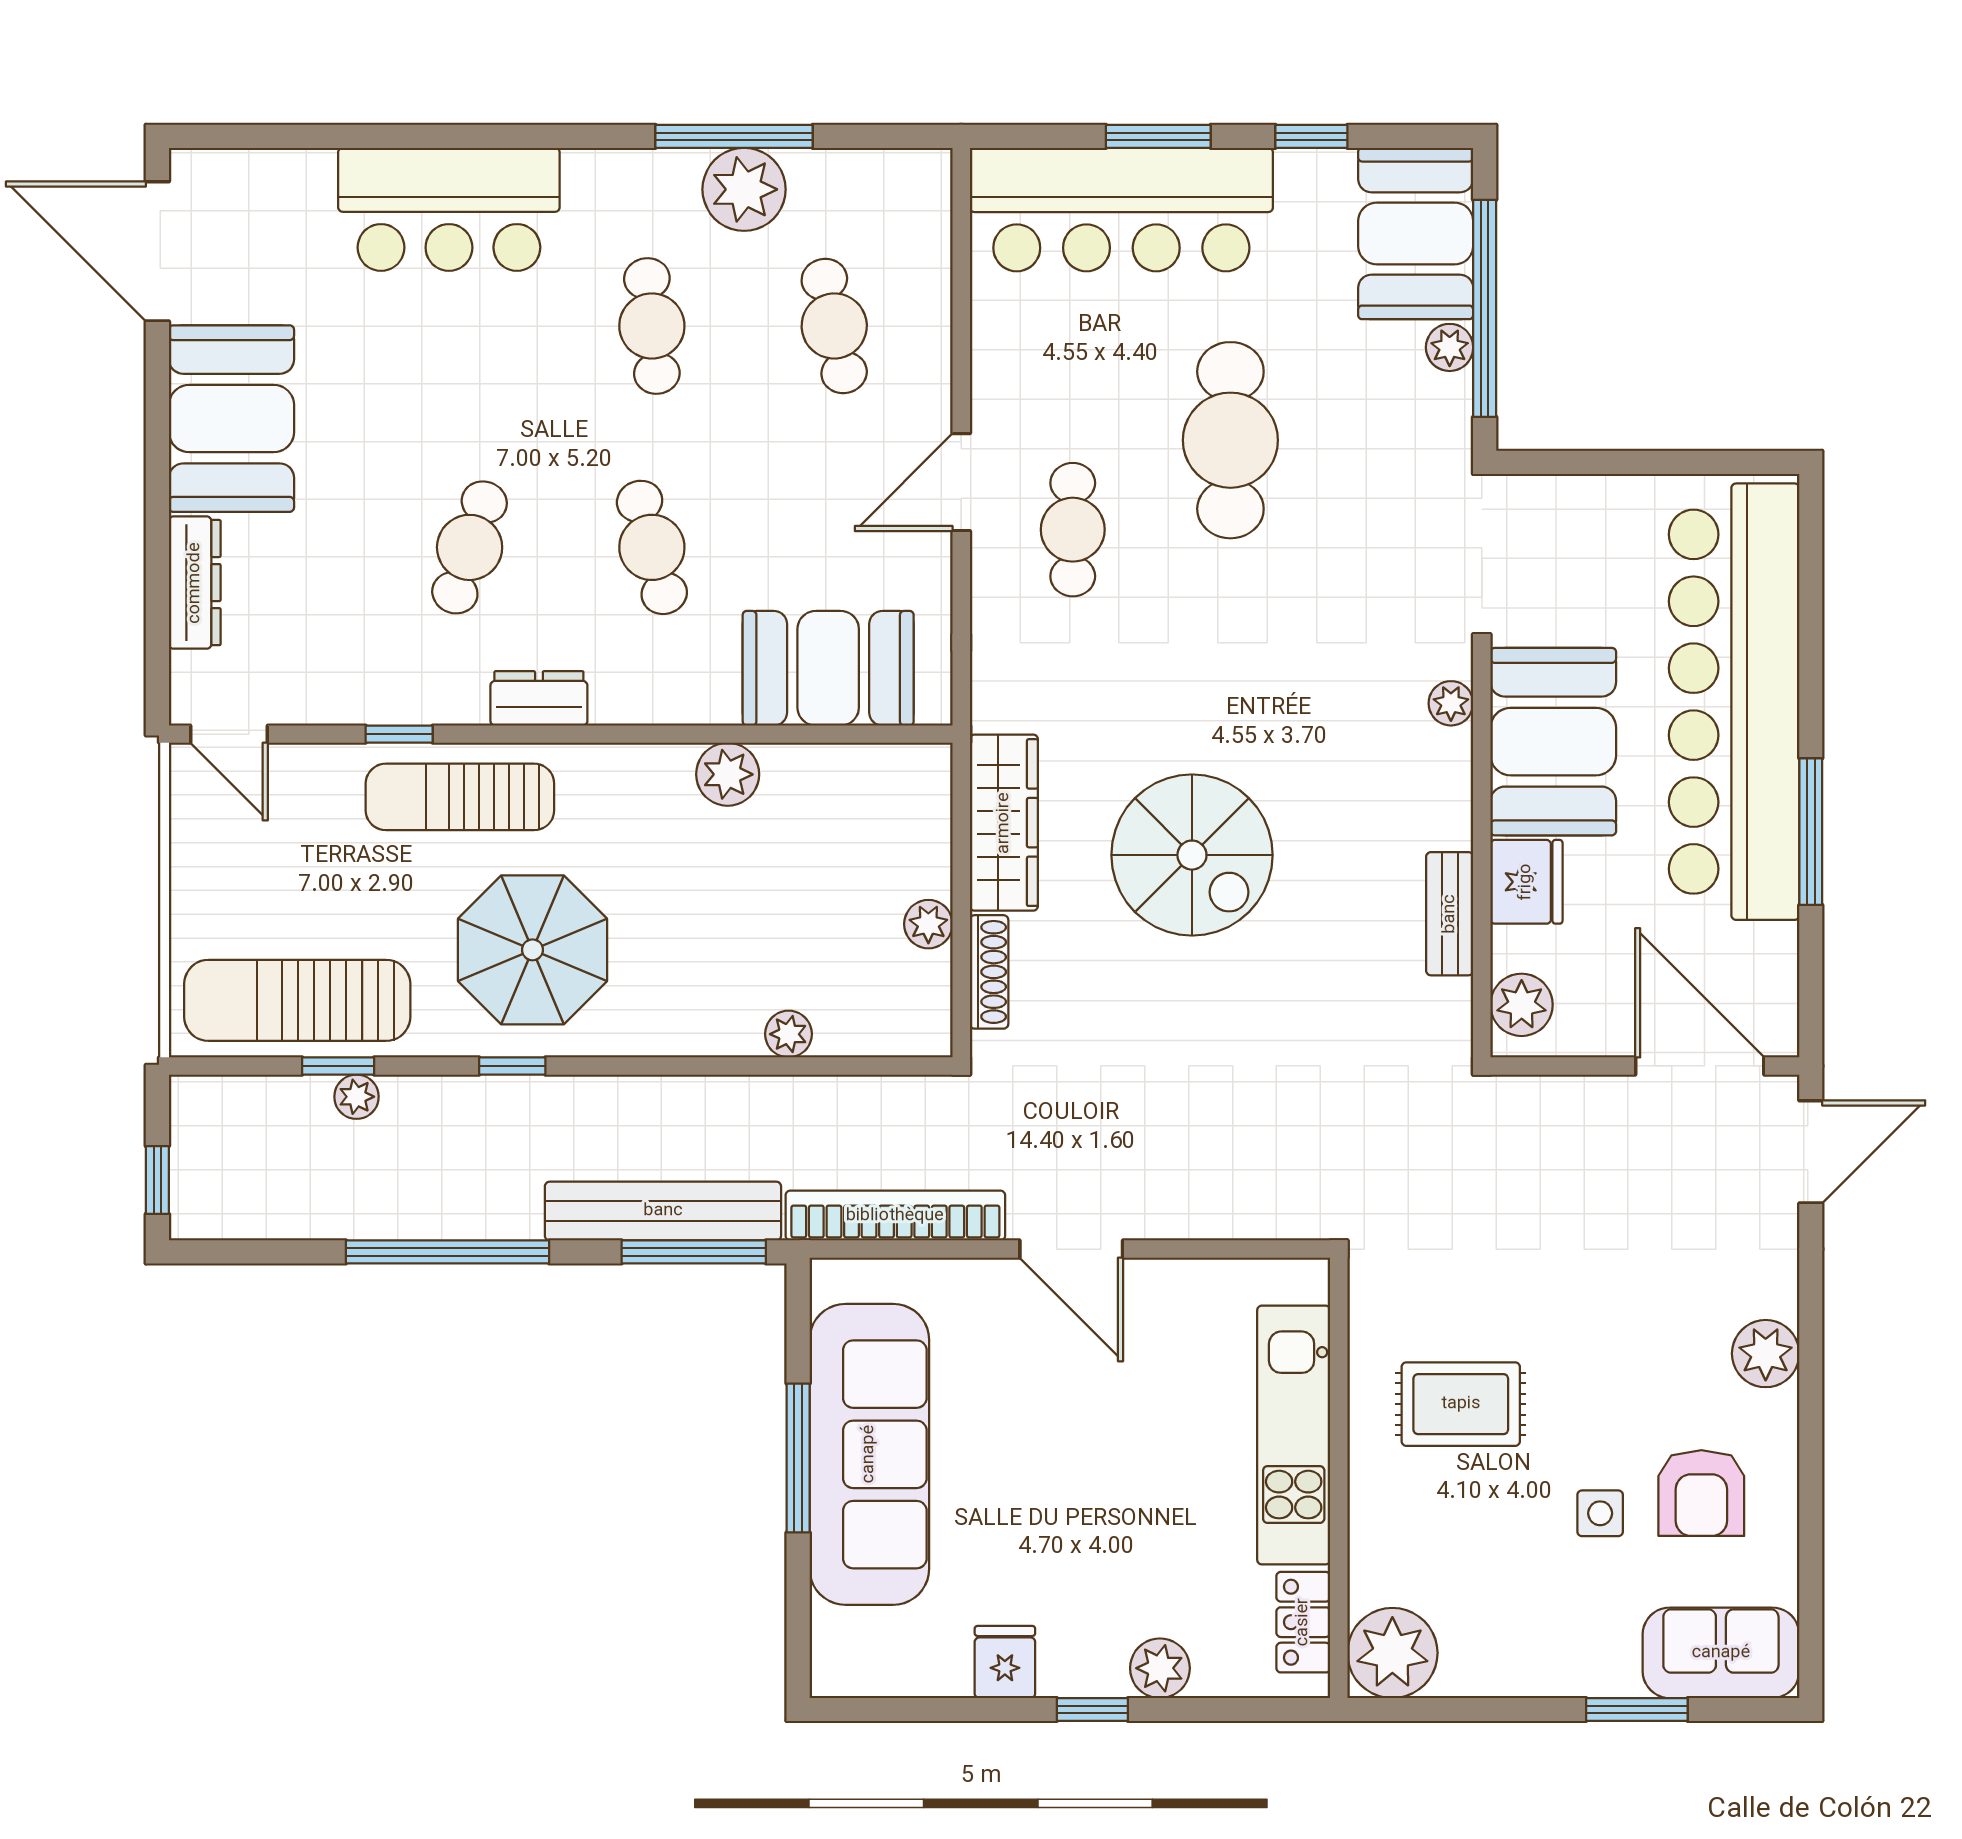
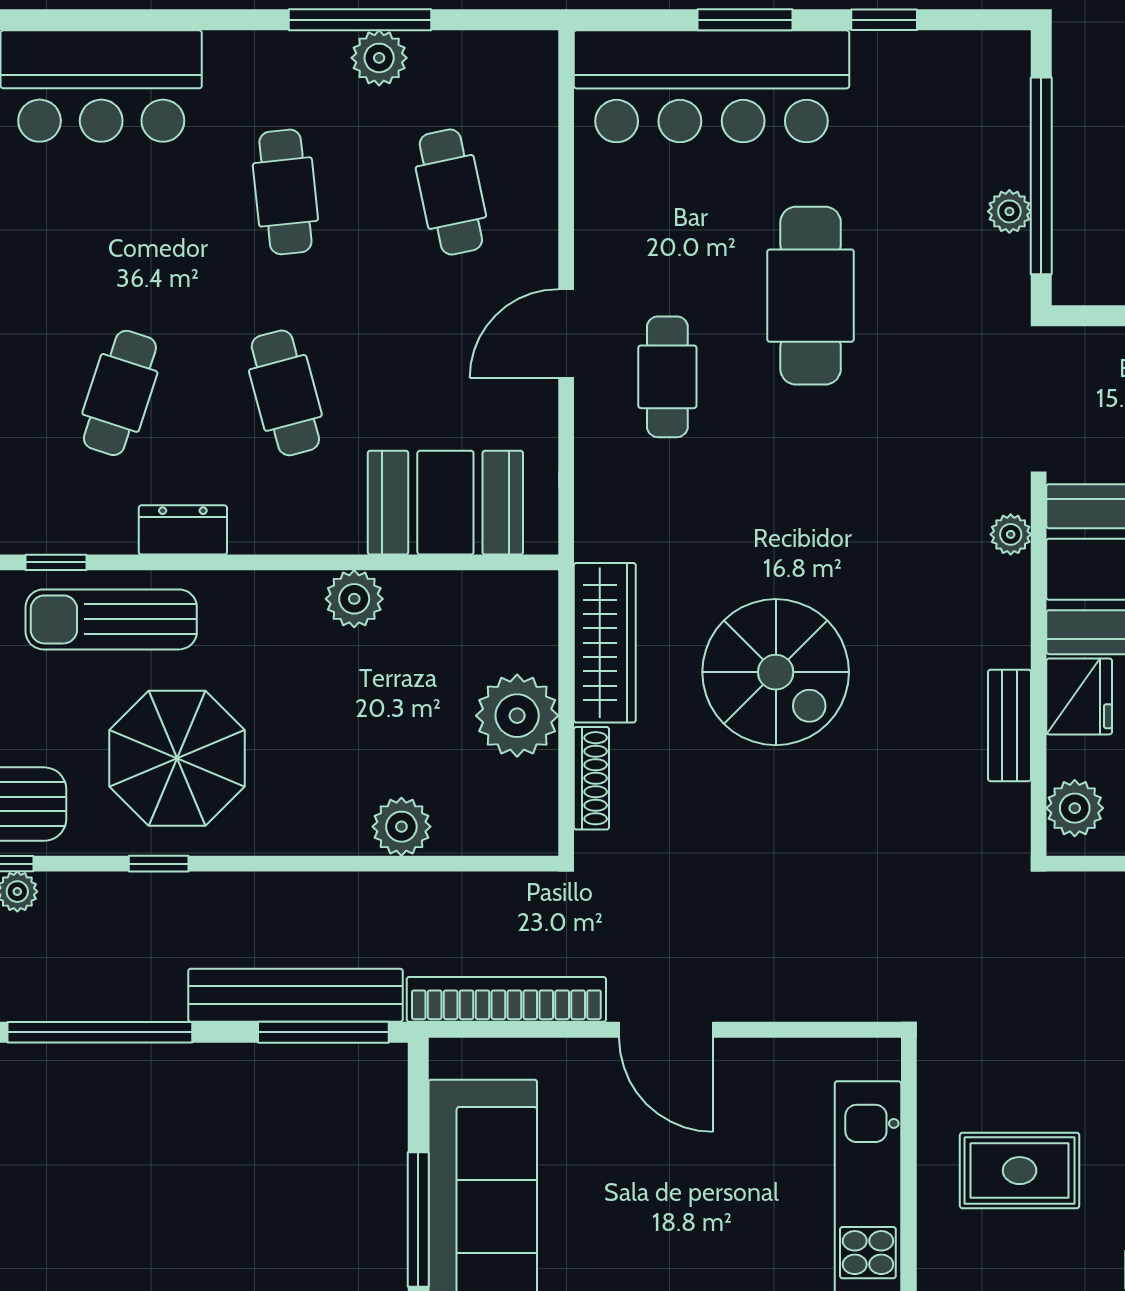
plant: (744, 189) -> (379, 58), width x0.73, depth x0.73
booth: (1416, 234) -> (979, 108), removed
plant: (928, 924) -> (517, 716), width x1.88, depth x1.88
plant: (789, 1034) -> (401, 827), width x1.38, depth x1.38

